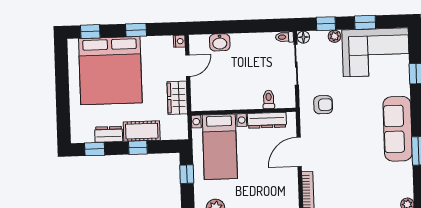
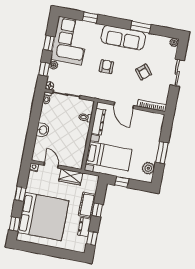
washbasin: (220, 42) -> (43, 130), moved
armchair: (323, 105) -> (106, 67), moved
armchair: (354, 170) -> (144, 72), added

